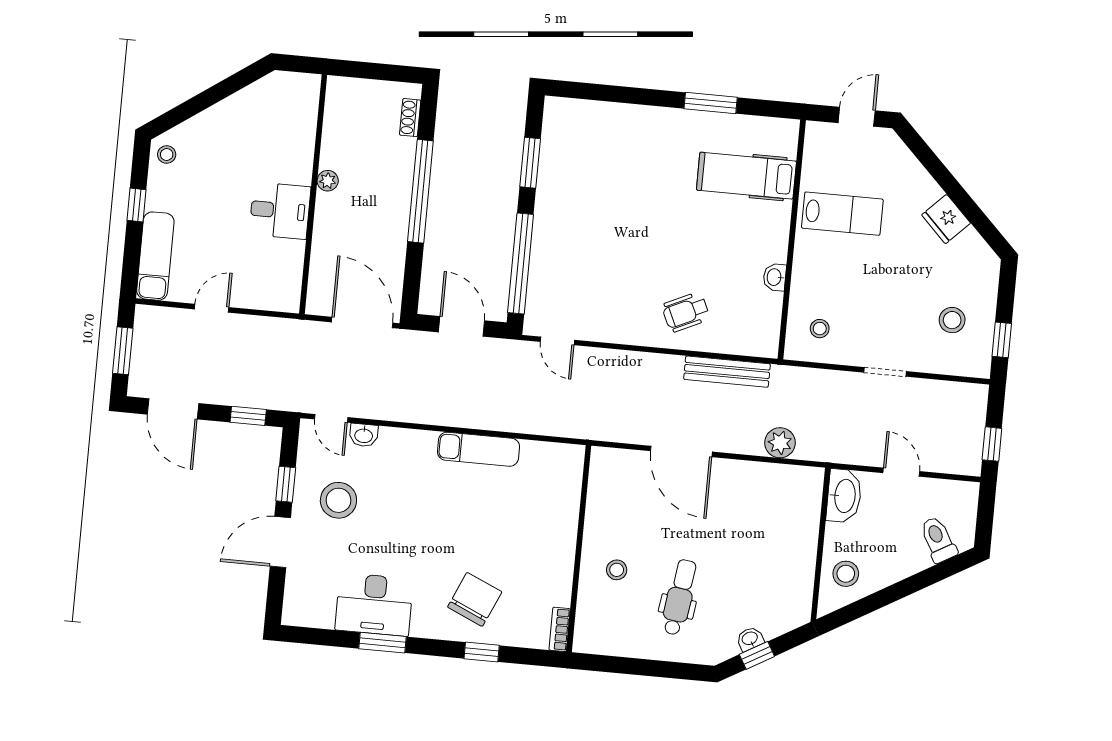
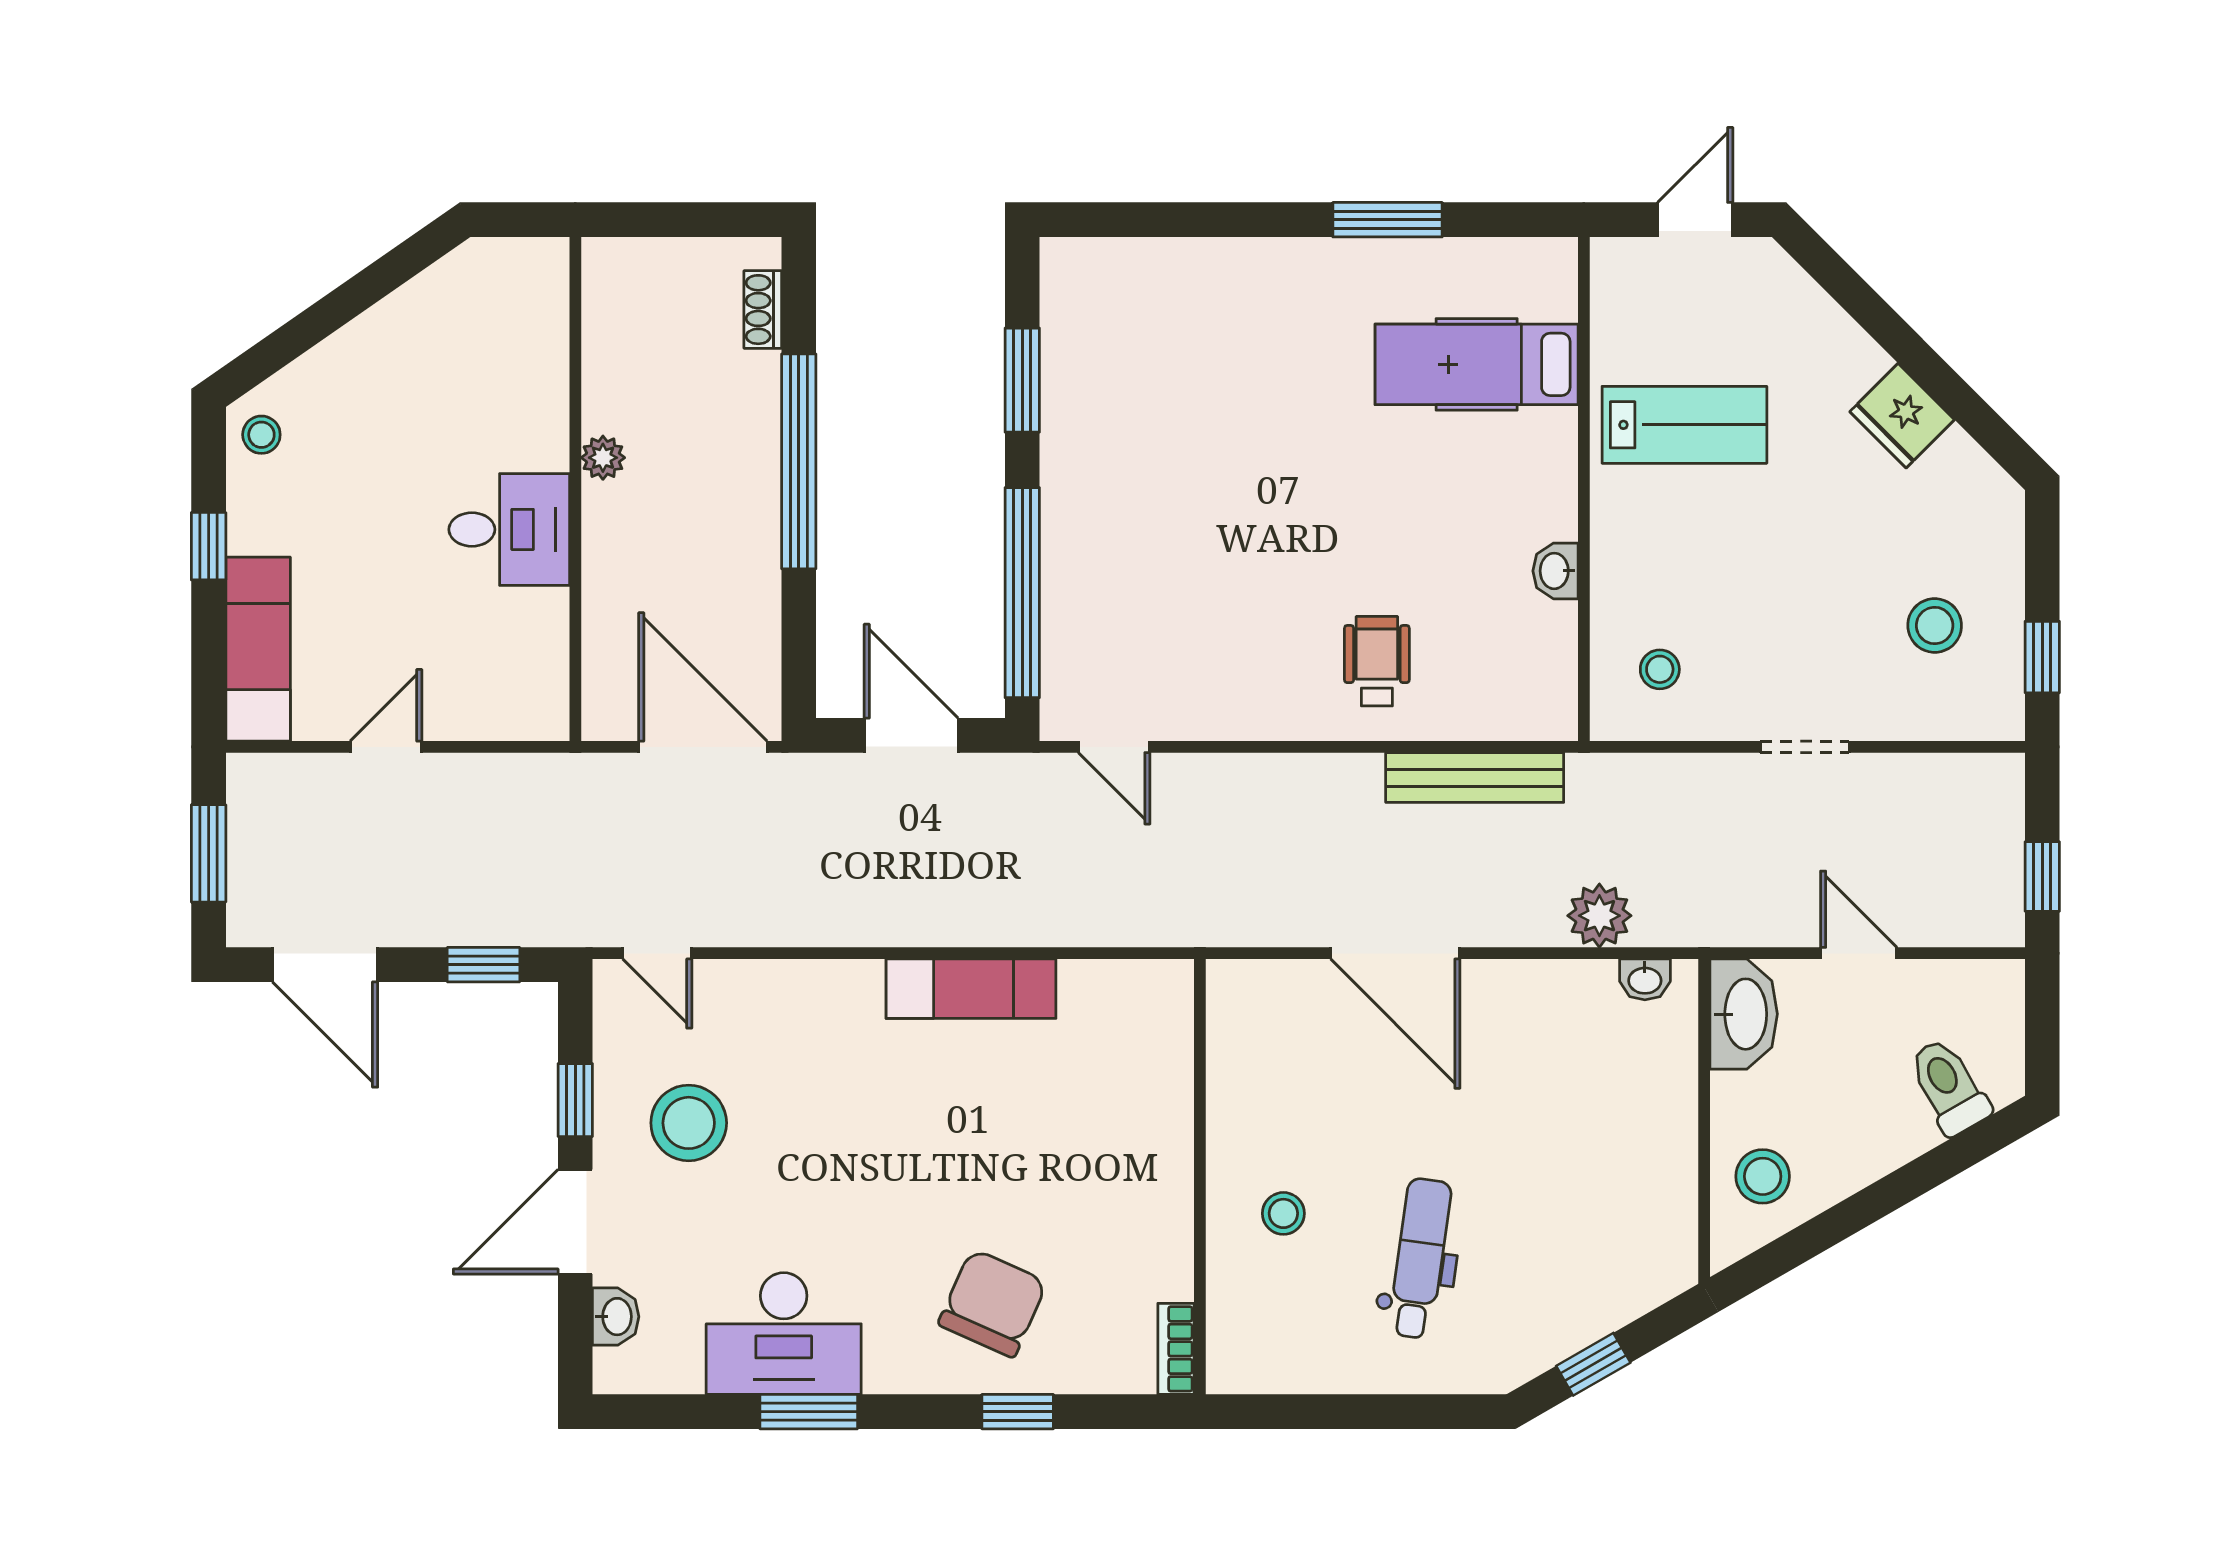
wheelchair: (686, 312) -> (1377, 661), turned 115
washbasin: (364, 435) -> (616, 1317), moved, turned -90
washbasin: (750, 639) -> (1645, 979), moved, turned -150

